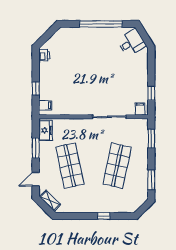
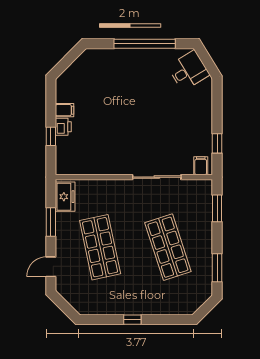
printer: (44, 55) -> (63, 127), moved
filing cabinet: (45, 105) -> (65, 110), moved
shop shelf: (117, 166) -> (168, 247), turned -30
shelving: (50, 201) -> (72, 298), removed
window: (104, 216) -> (132, 320), moved

